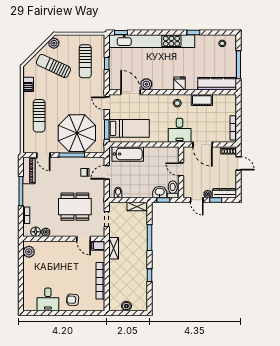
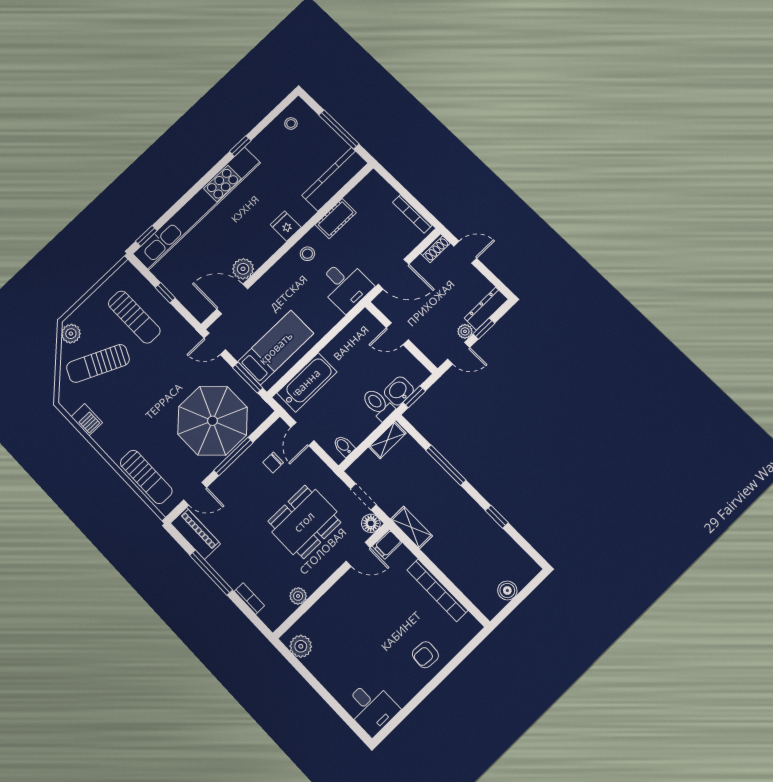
sun lounger: (39, 116) -> (146, 477), moved
toilet: (173, 189) -> (378, 404), moved
floor lamp: (36, 232) -> (371, 523), moved
desk: (48, 299) -> (371, 708), moved

